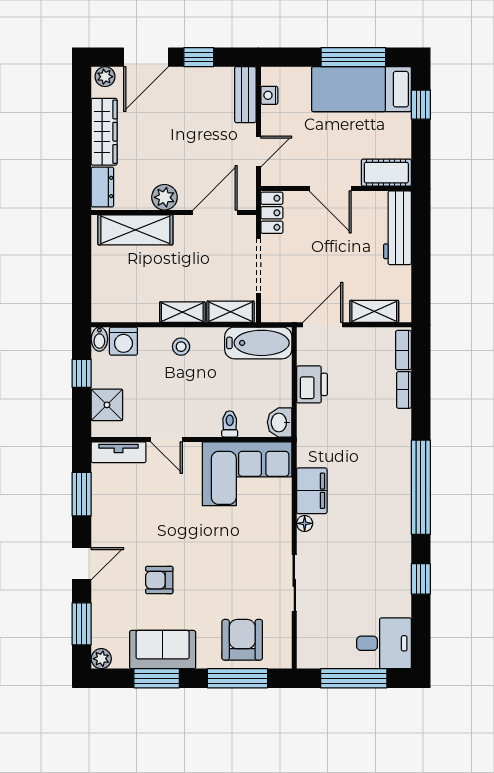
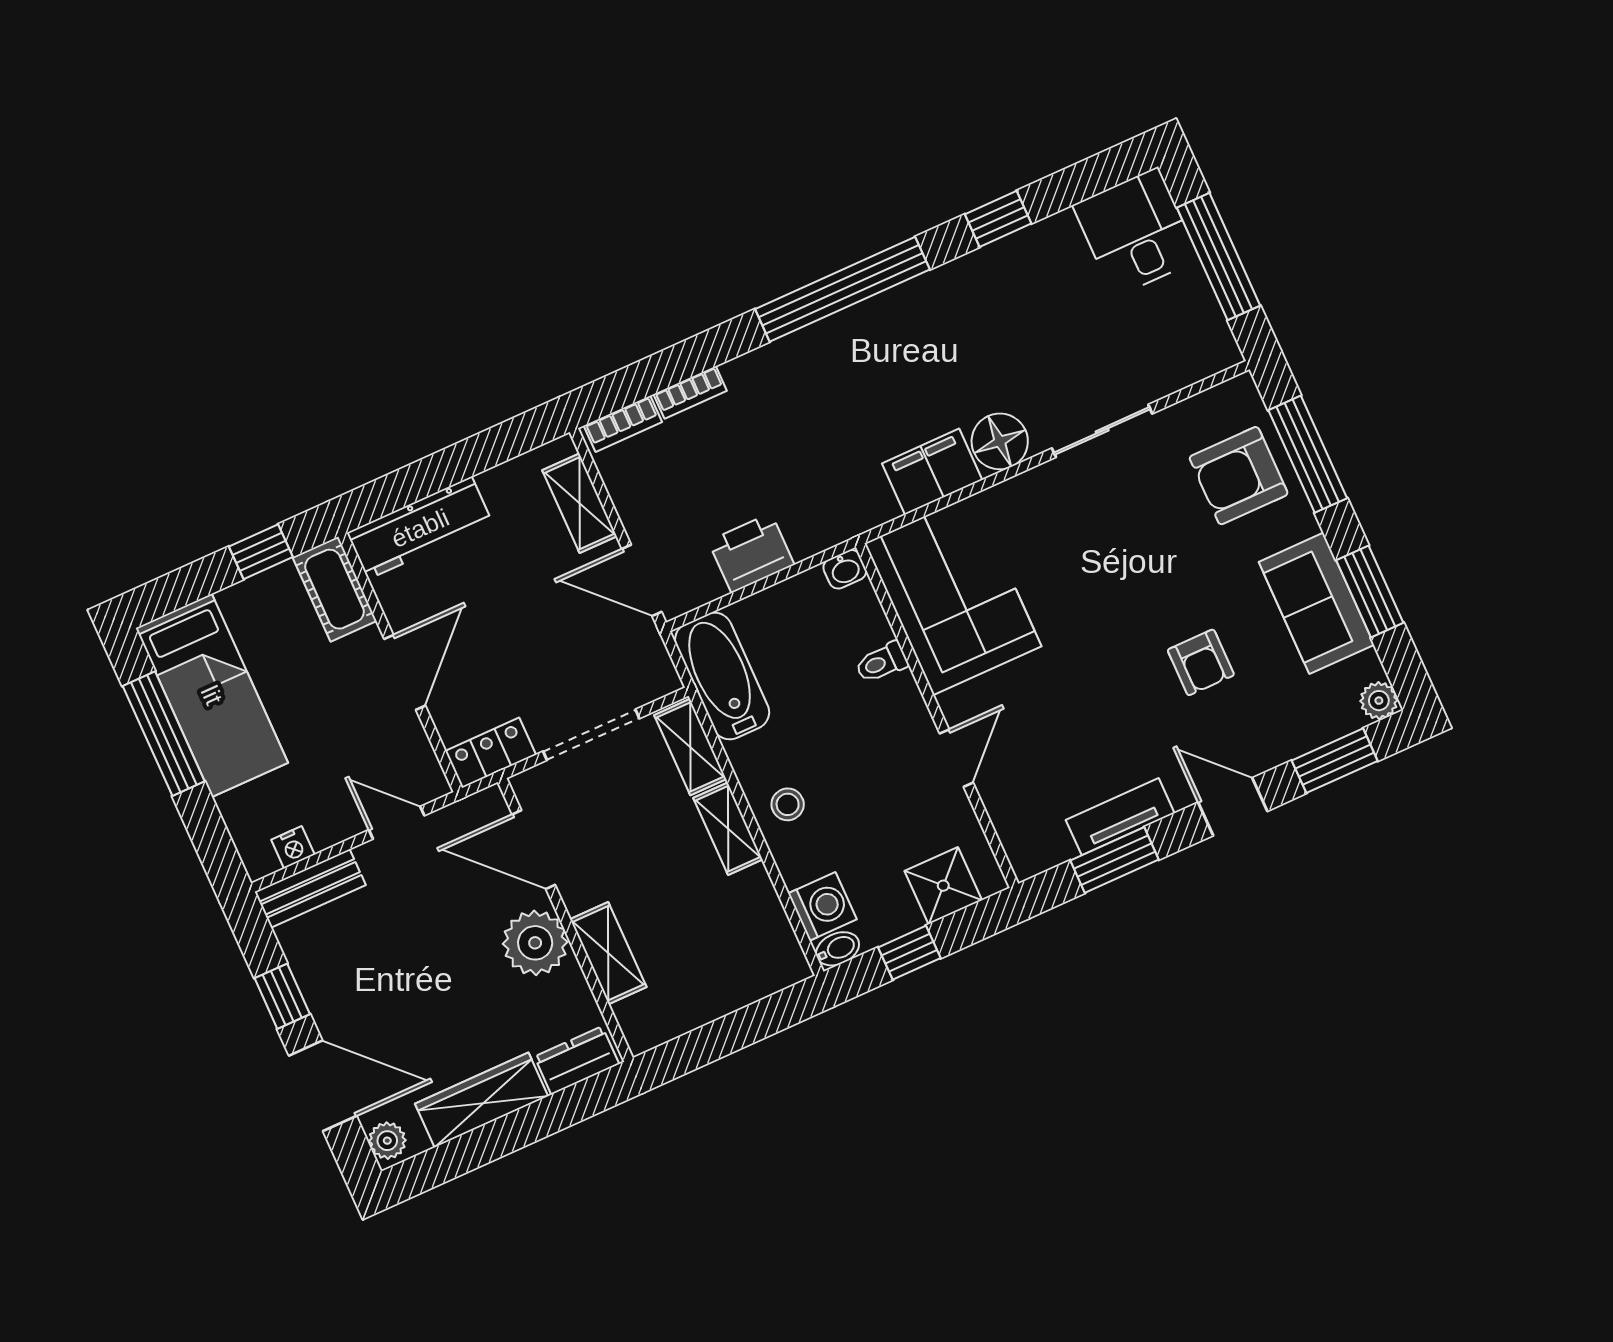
window: (421, 105) -> (261, 552), moved
plant: (164, 197) -> (535, 943), width x1.36, depth x1.36
shelving: (135, 230) -> (608, 953), width x0.67, depth x0.75
washbasin: (280, 422) -> (845, 569), width x0.72, depth x0.69
tv unit: (119, 452) -> (1120, 817), moved, turned -90
floor lamp: (305, 523) -> (1000, 441), width x1.89, depth x1.89

